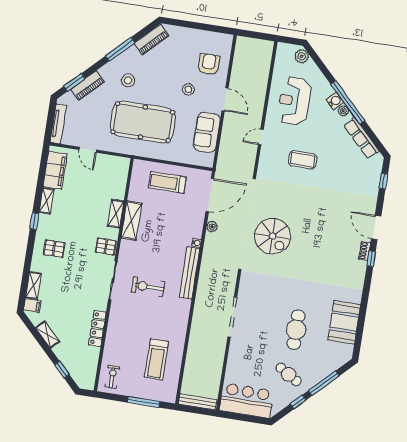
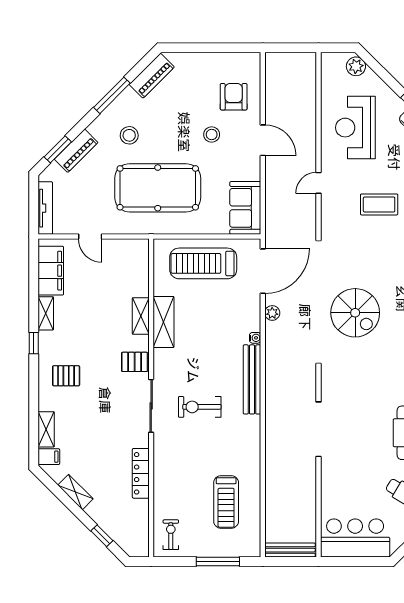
sofa: (207, 132) -> (245, 208), moved
treadmill: (167, 183) -> (203, 263), width x1.37, depth x1.38

